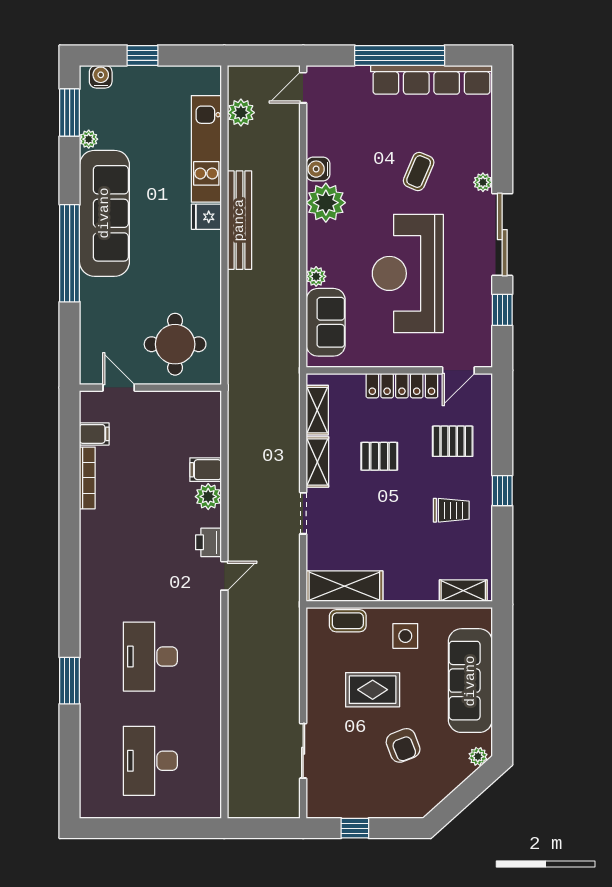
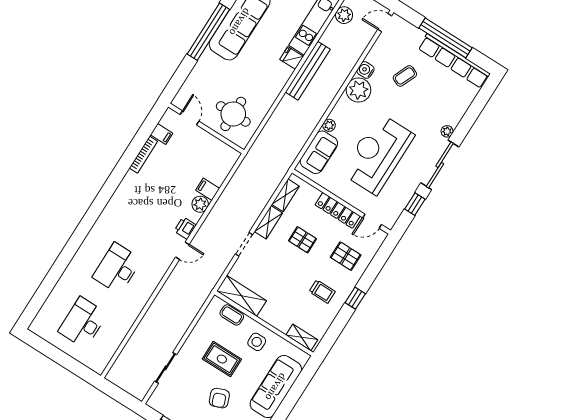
coffee table: (419, 172) -> (405, 76), moved
window: (70, 681) -> (67, 254), removed

